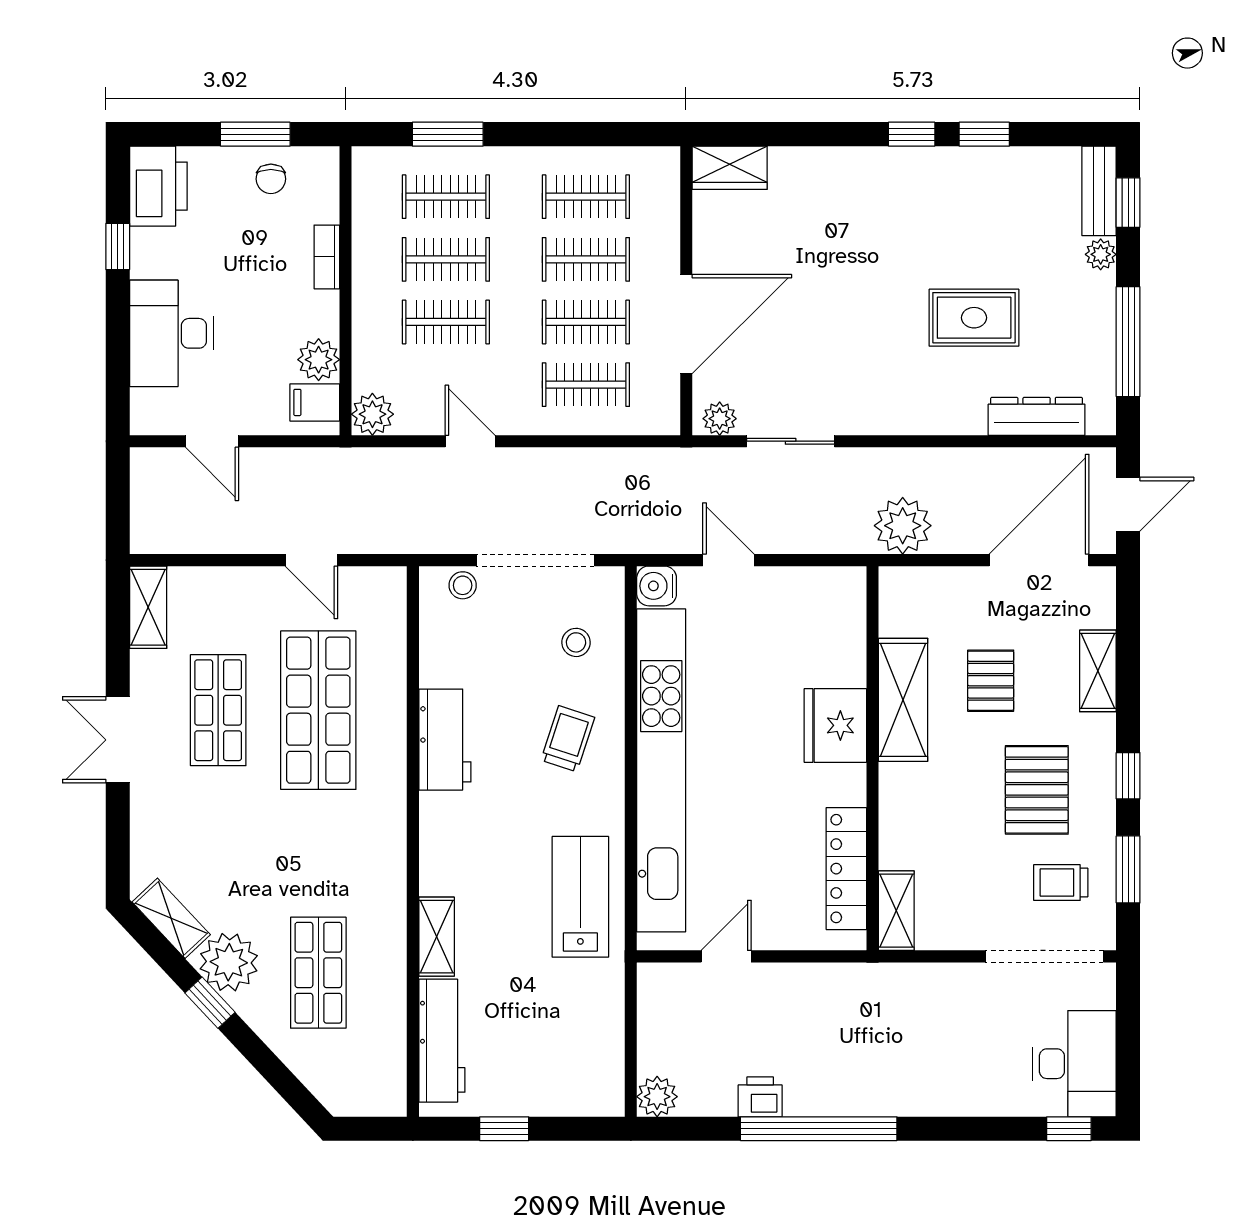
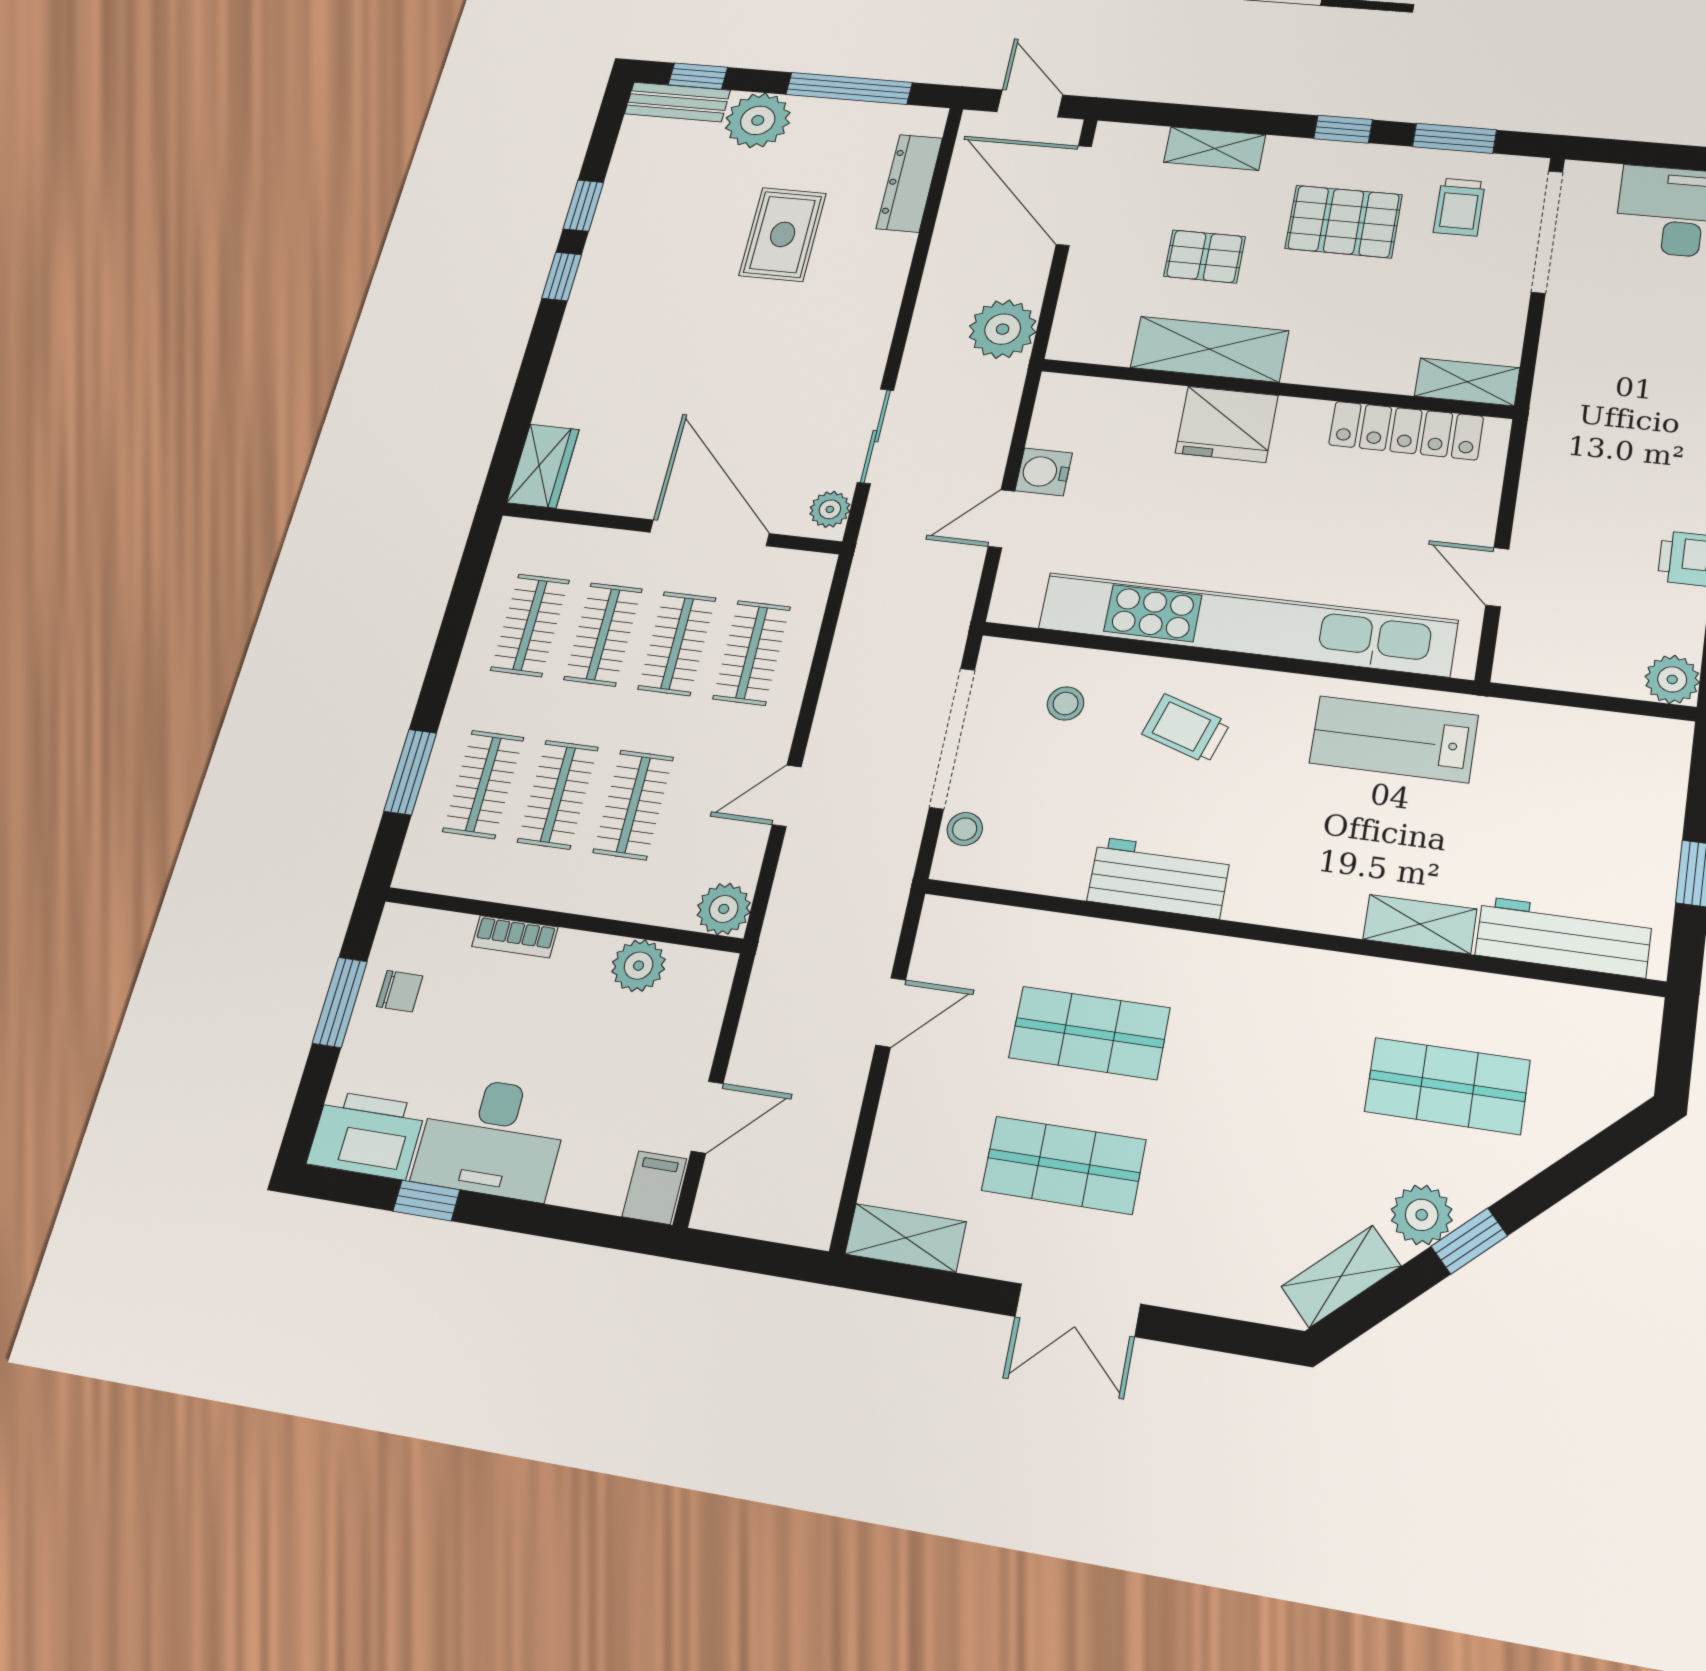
plant: (1101, 254) -> (758, 120), width x1.87, depth x1.87
desk: (171, 333) -> (492, 1138), moved
filing cabinet: (315, 402) -> (654, 1188), moved, turned 180
water cooler: (657, 586) -> (1044, 472), moved, turned 90
shop shelf: (318, 710) -> (1089, 1033), width x0.70, depth x0.74
plant: (229, 962) -> (1422, 1215), width x0.73, depth x0.73

